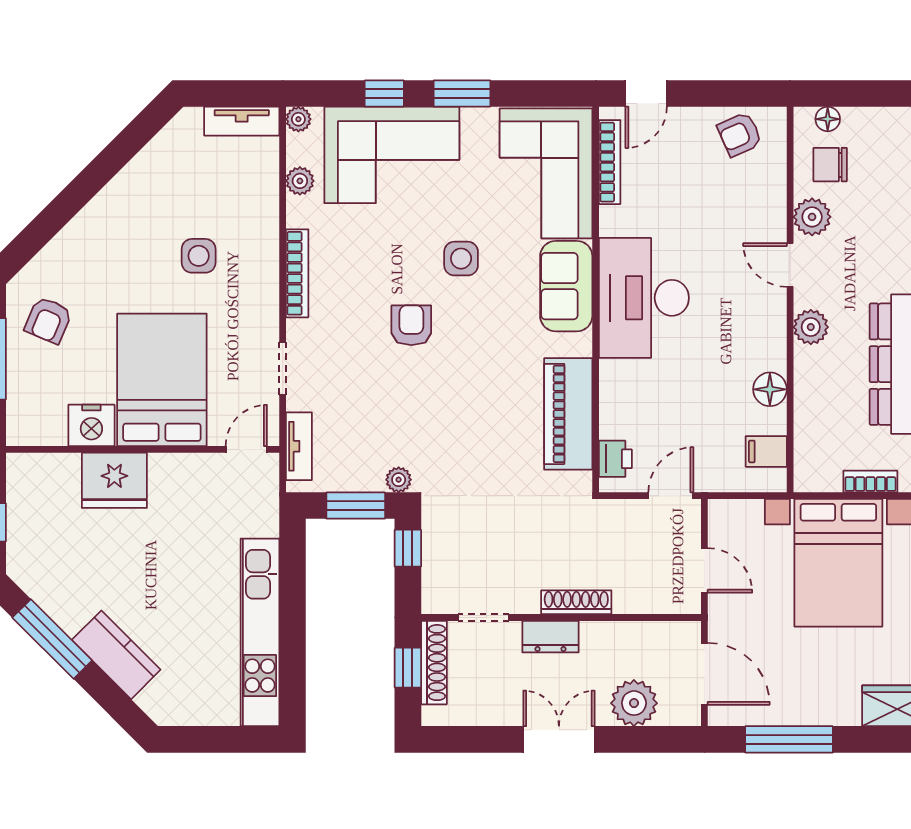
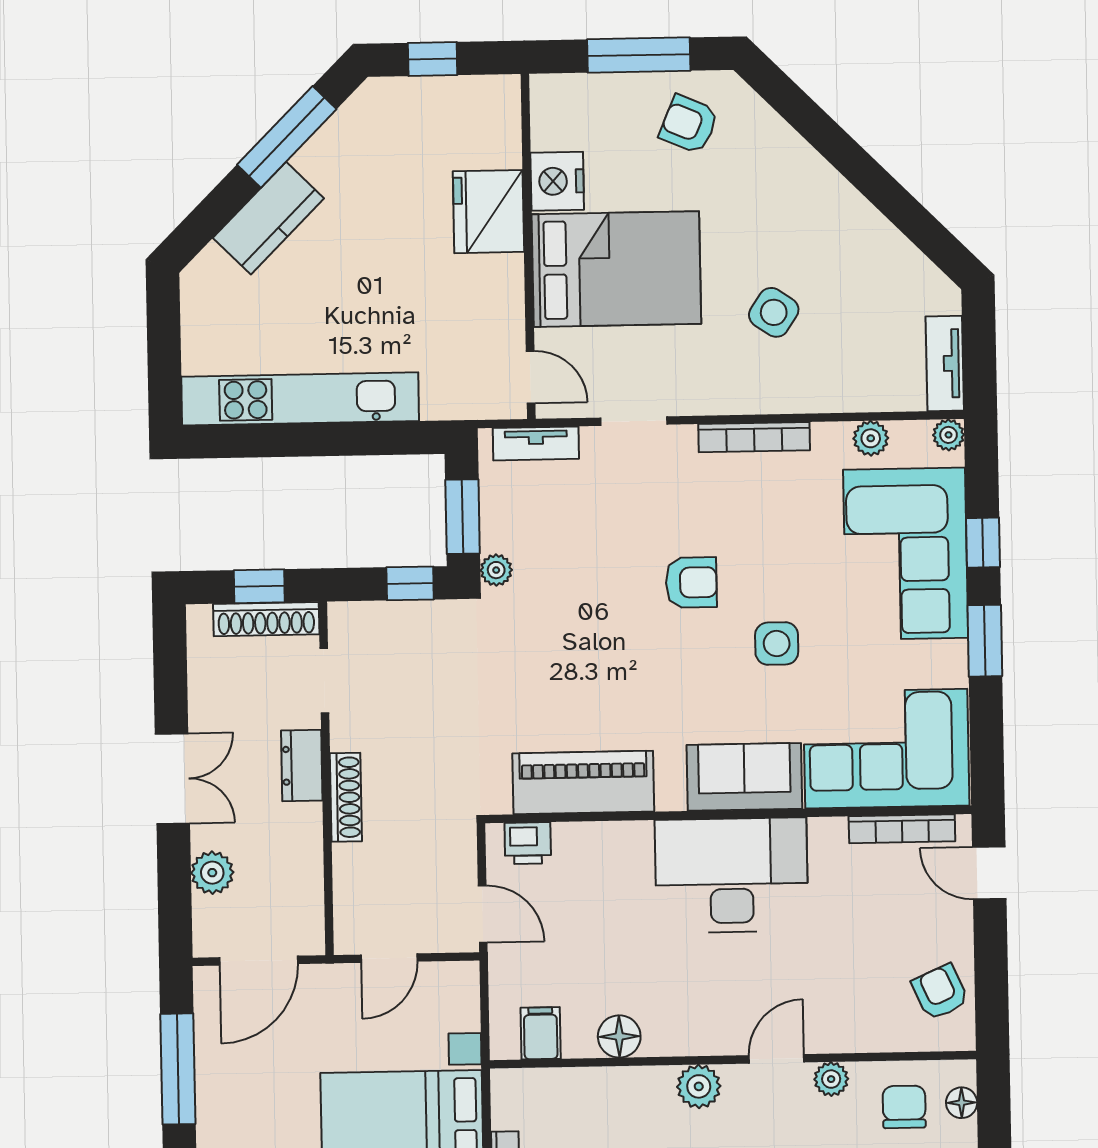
plant: (812, 217) -> (831, 1079), width x0.73, depth x0.73
side table: (199, 256) -> (774, 312), turned 34
plant: (634, 703) -> (212, 873), width x0.73, depth x0.73

